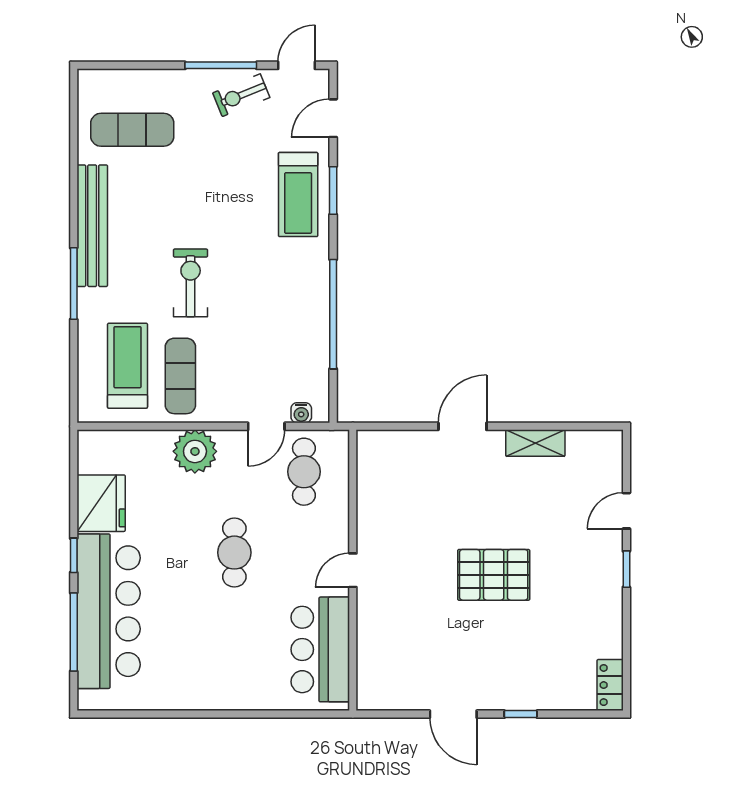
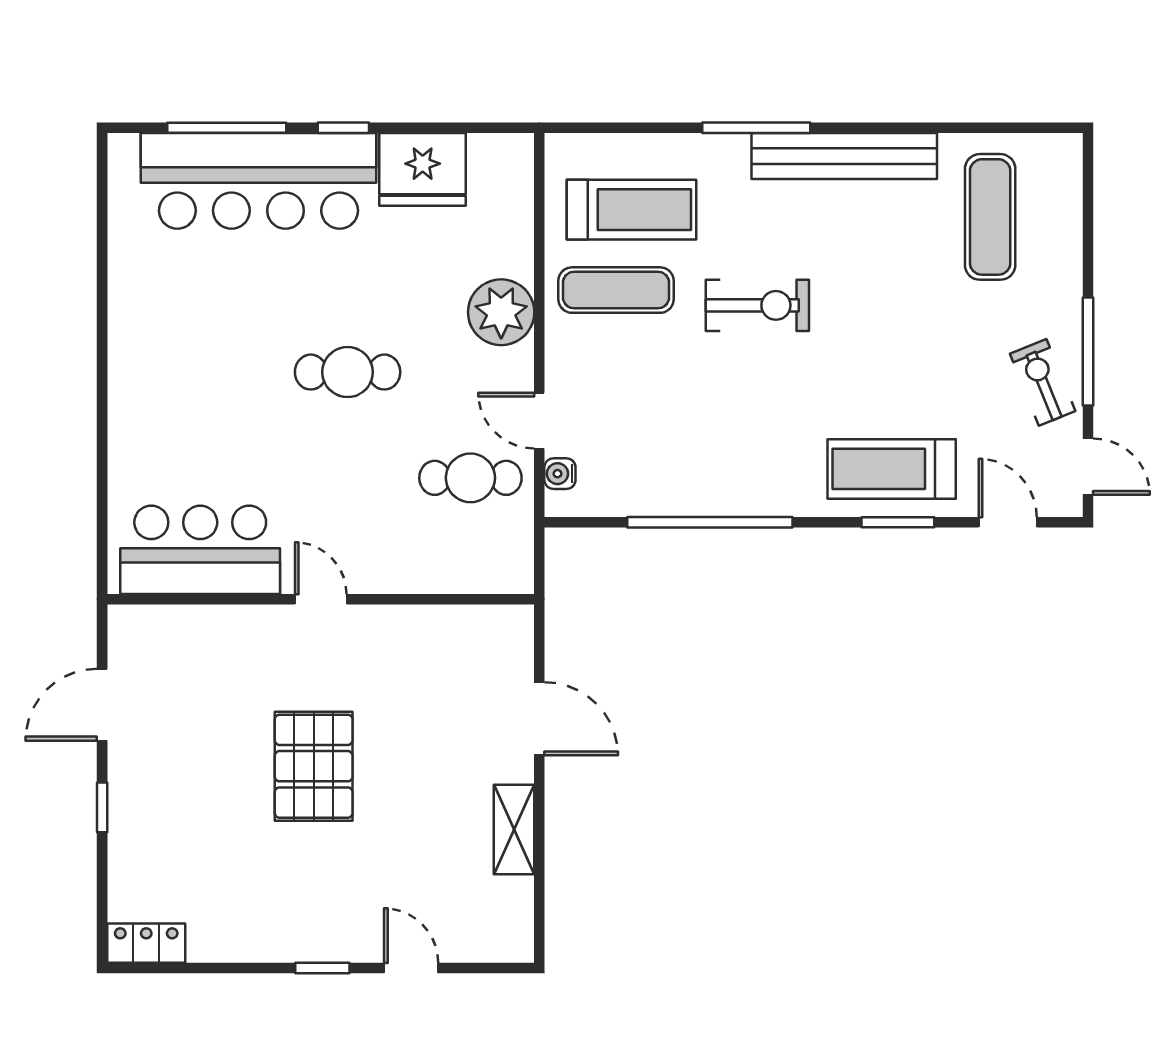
door: (353, 570) -> (321, 599), moved
wall: (353, 570) -> (321, 599), moved
bar counter: (320, 649) -> (200, 550), moved

